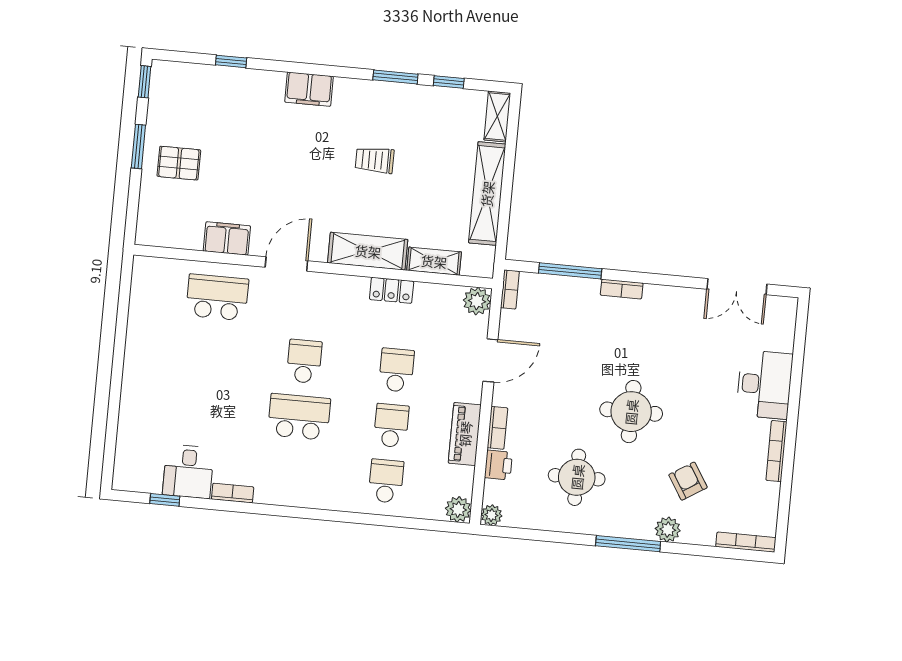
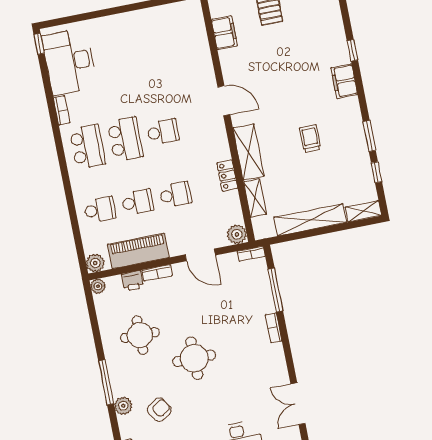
window: (231, 61) -> (352, 50), moved
filing cabinet: (227, 238) -> (224, 33), moved
school desk: (217, 297) -> (87, 147), moved
piano: (465, 434) -> (138, 251), width x1.37, depth x1.33
desk: (188, 471) -> (69, 62), width x1.87, depth x1.30
window: (165, 500) -> (39, 44), moved

